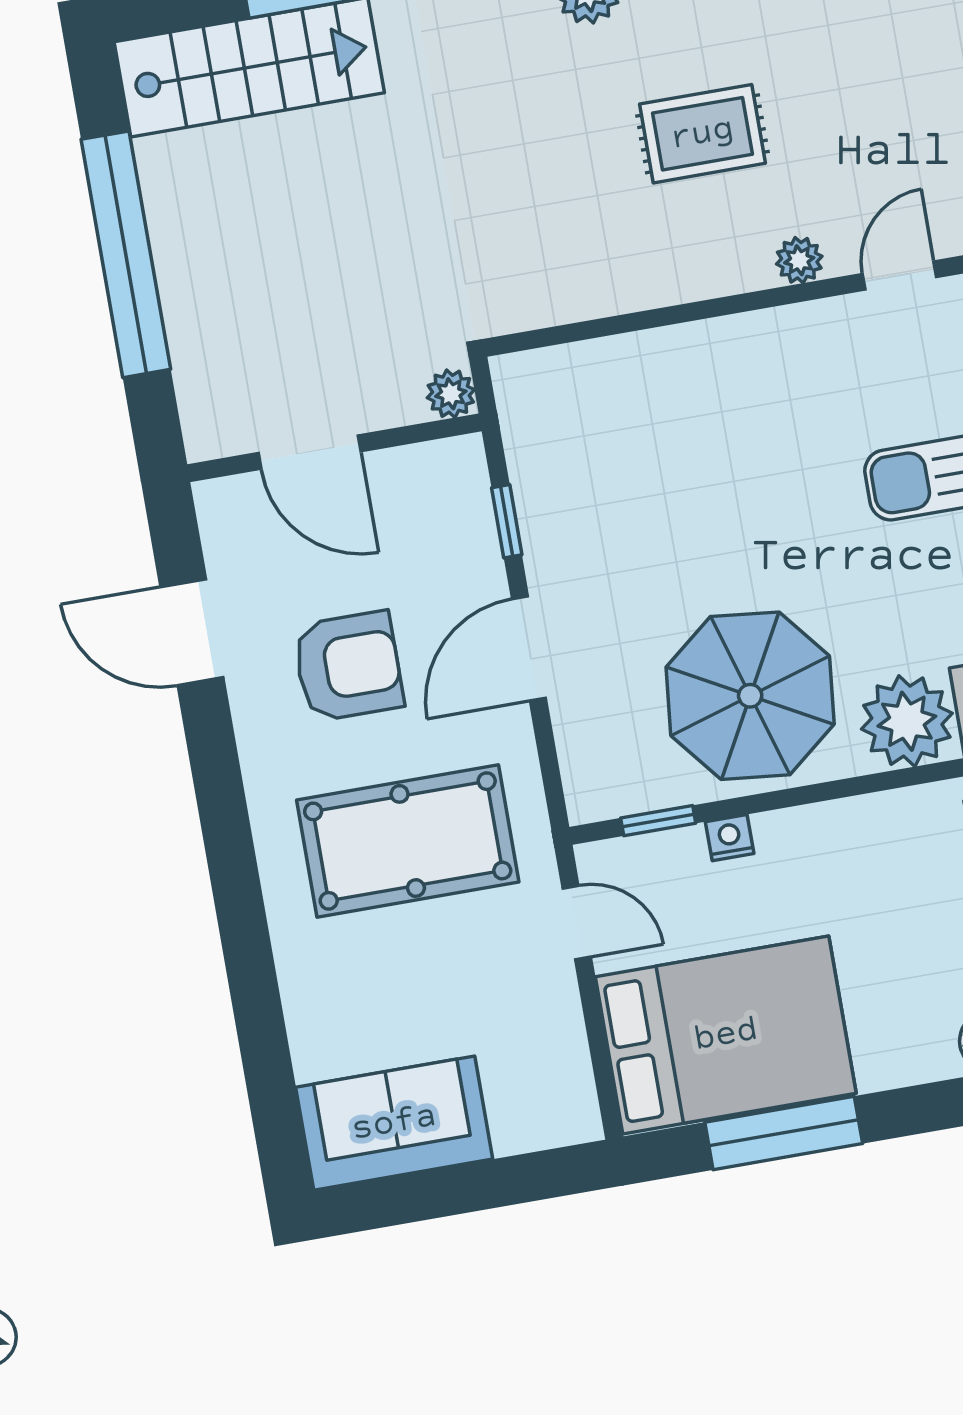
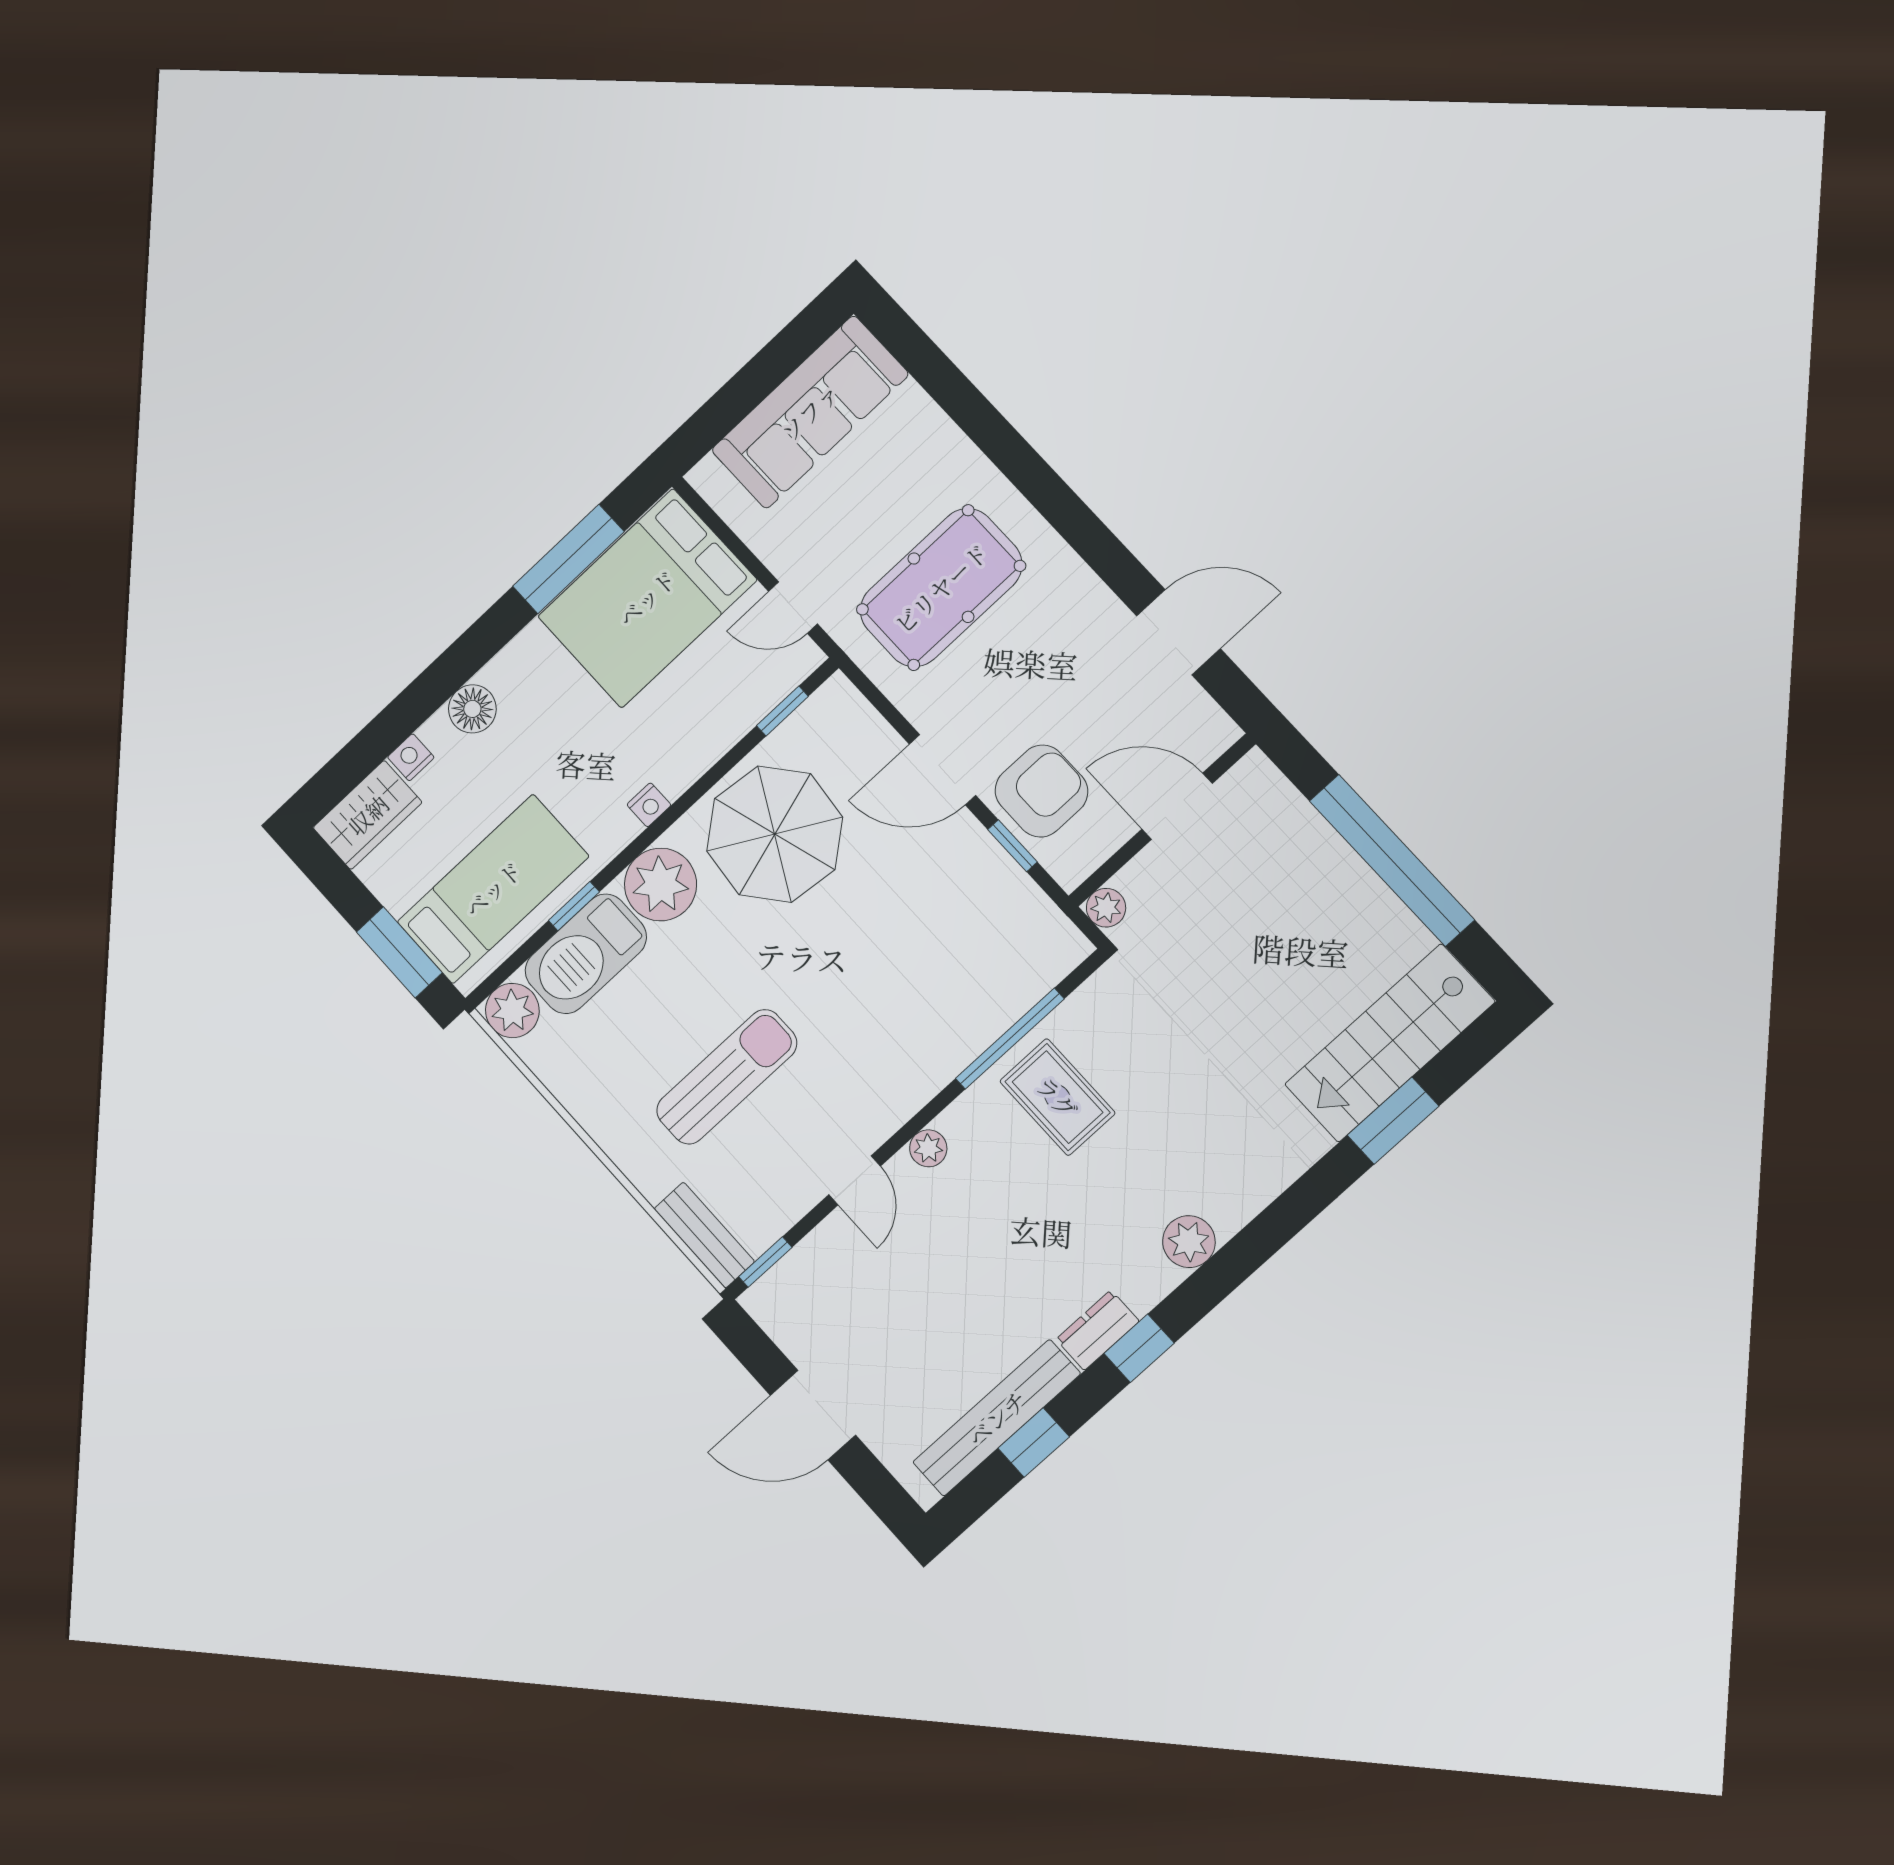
rug: (702, 134) -> (1057, 1097), moved, turned 90
window: (639, 321) -> (1010, 1039), added
door: (529, 649) -> (942, 770), swing flipped
armchair: (348, 666) -> (1041, 791), moved, turned 180
nightstand: (730, 838) -> (649, 805), moved
sofa: (394, 1123) -> (810, 412), width x1.36

